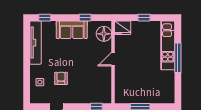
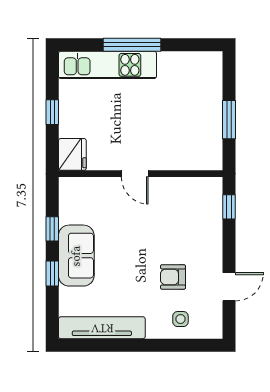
window: (45, 18) -> (52, 273), moved
floor lamp: (104, 34) -> (85, 192), removed

